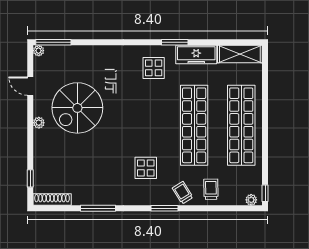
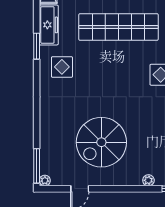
spiral stairs: (77, 108) -> (101, 142), turned 90
plant: (39, 123) -> (148, 180), moved

